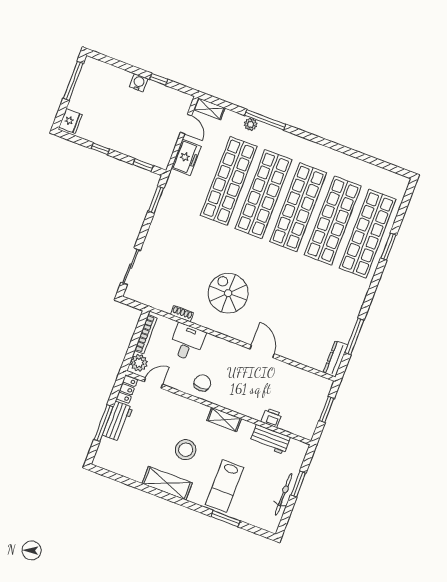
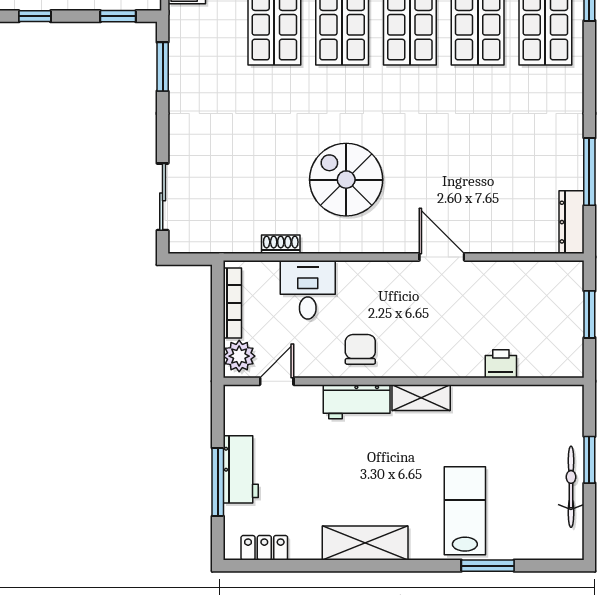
locker: (127, 389) -> (264, 548), moved, turned -90
workbench: (270, 439) -> (357, 402), moved
stool: (186, 450) -> (375, 474), removed
lab bench: (225, 486) -> (465, 511), turned 180

